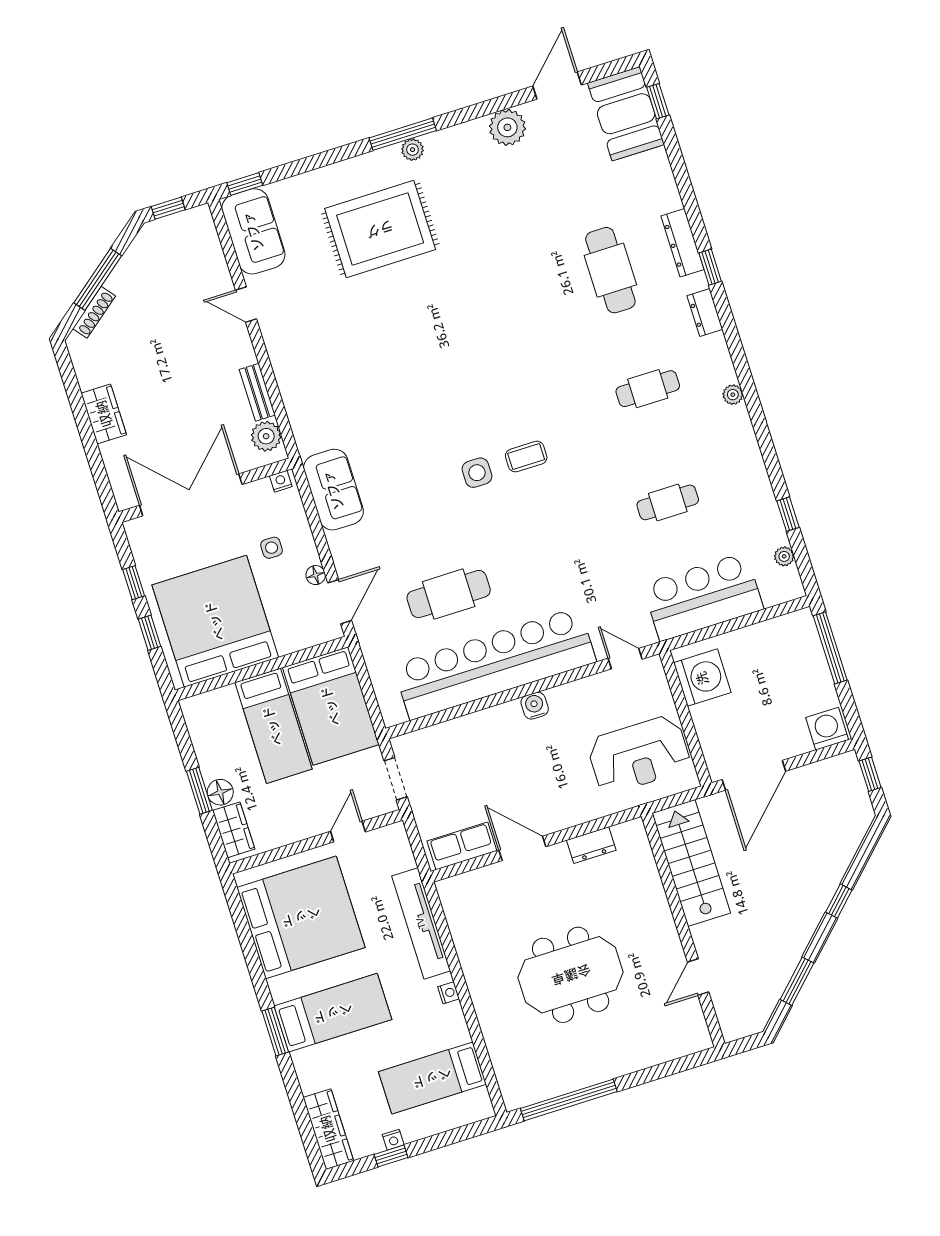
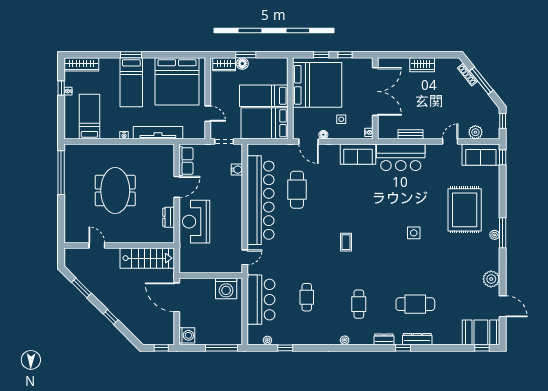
bar counter: (312, 398) -> (401, 157), added
plant: (266, 436) -> (475, 132), moved
side table: (477, 473) -> (414, 233), moved
water cooler: (535, 706) -> (237, 170), moved
reception desk: (639, 755) -> (196, 222), moved

